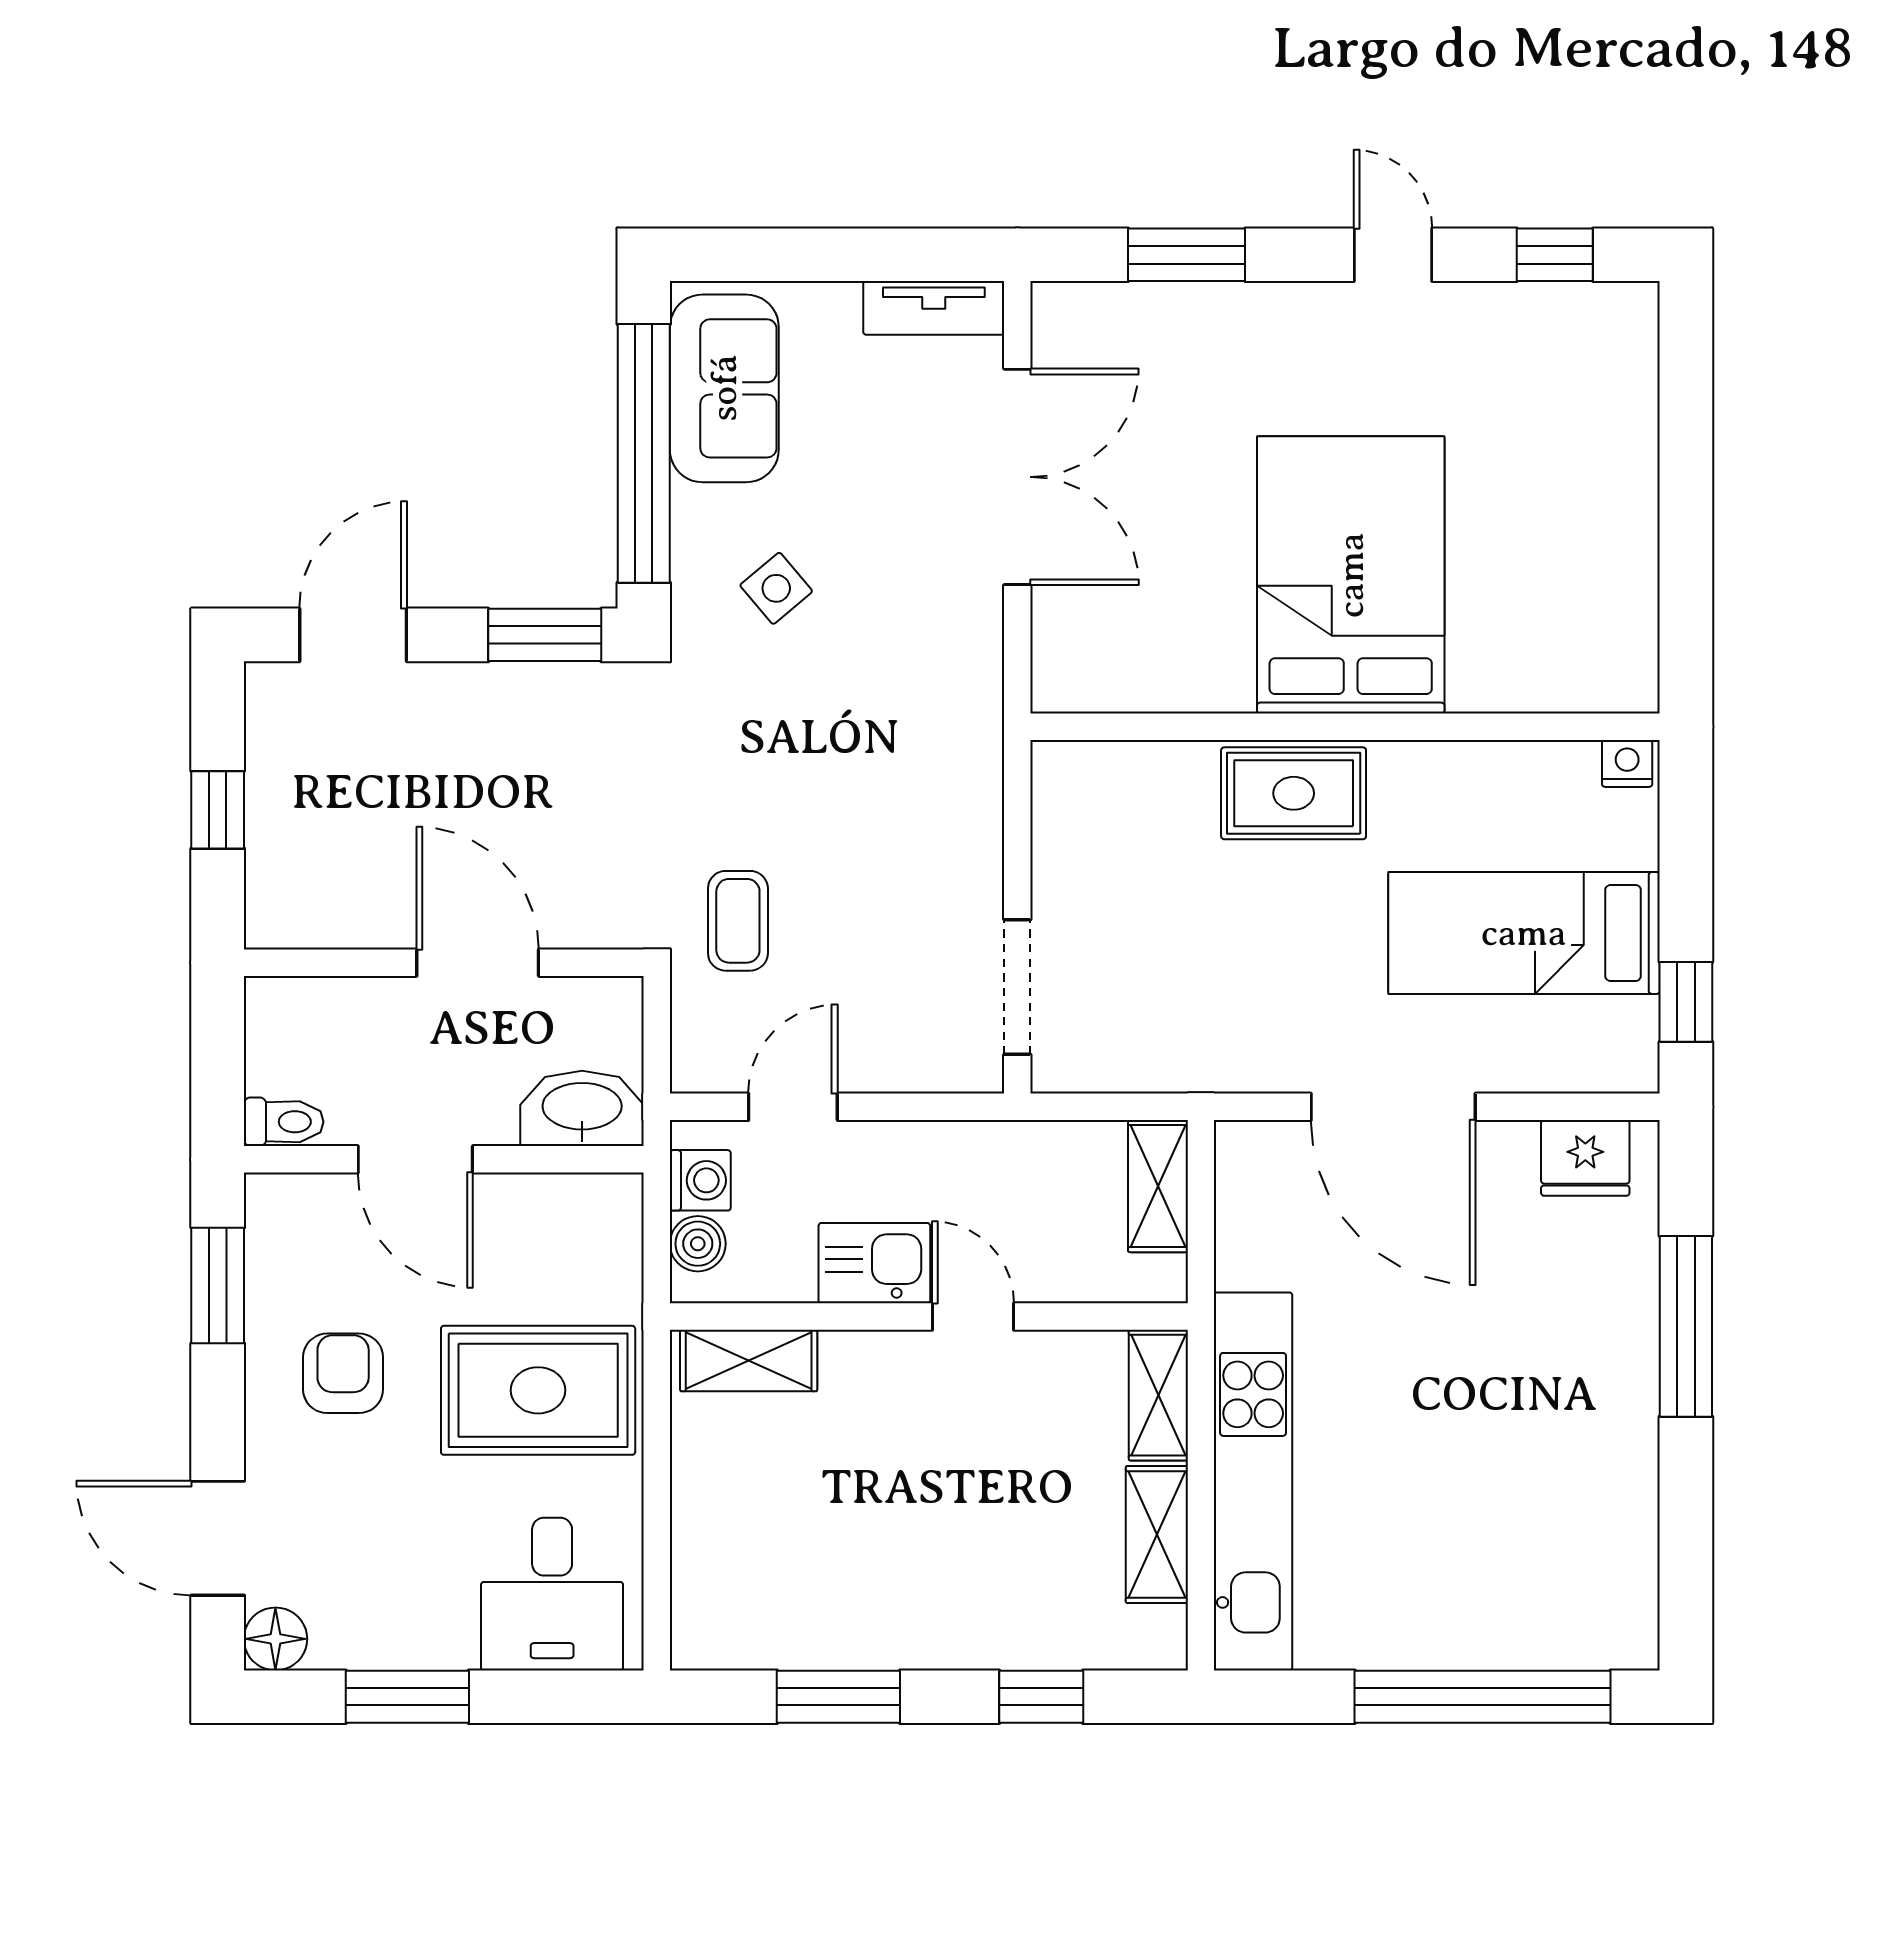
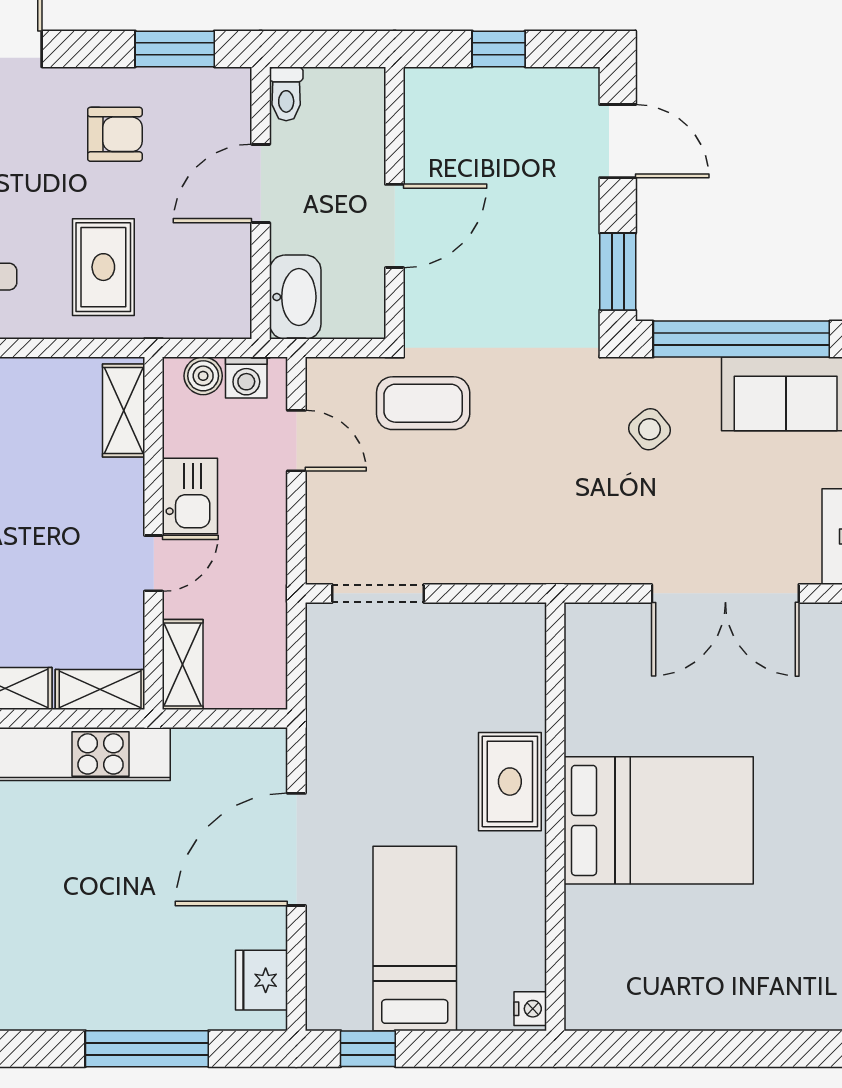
coffee table: (738, 921) -> (423, 403), width x1.36, depth x1.30
shelving: (1158, 1186) -> (183, 664), moved, turned 90
rug: (538, 1390) -> (103, 267), width x0.73, depth x0.70

